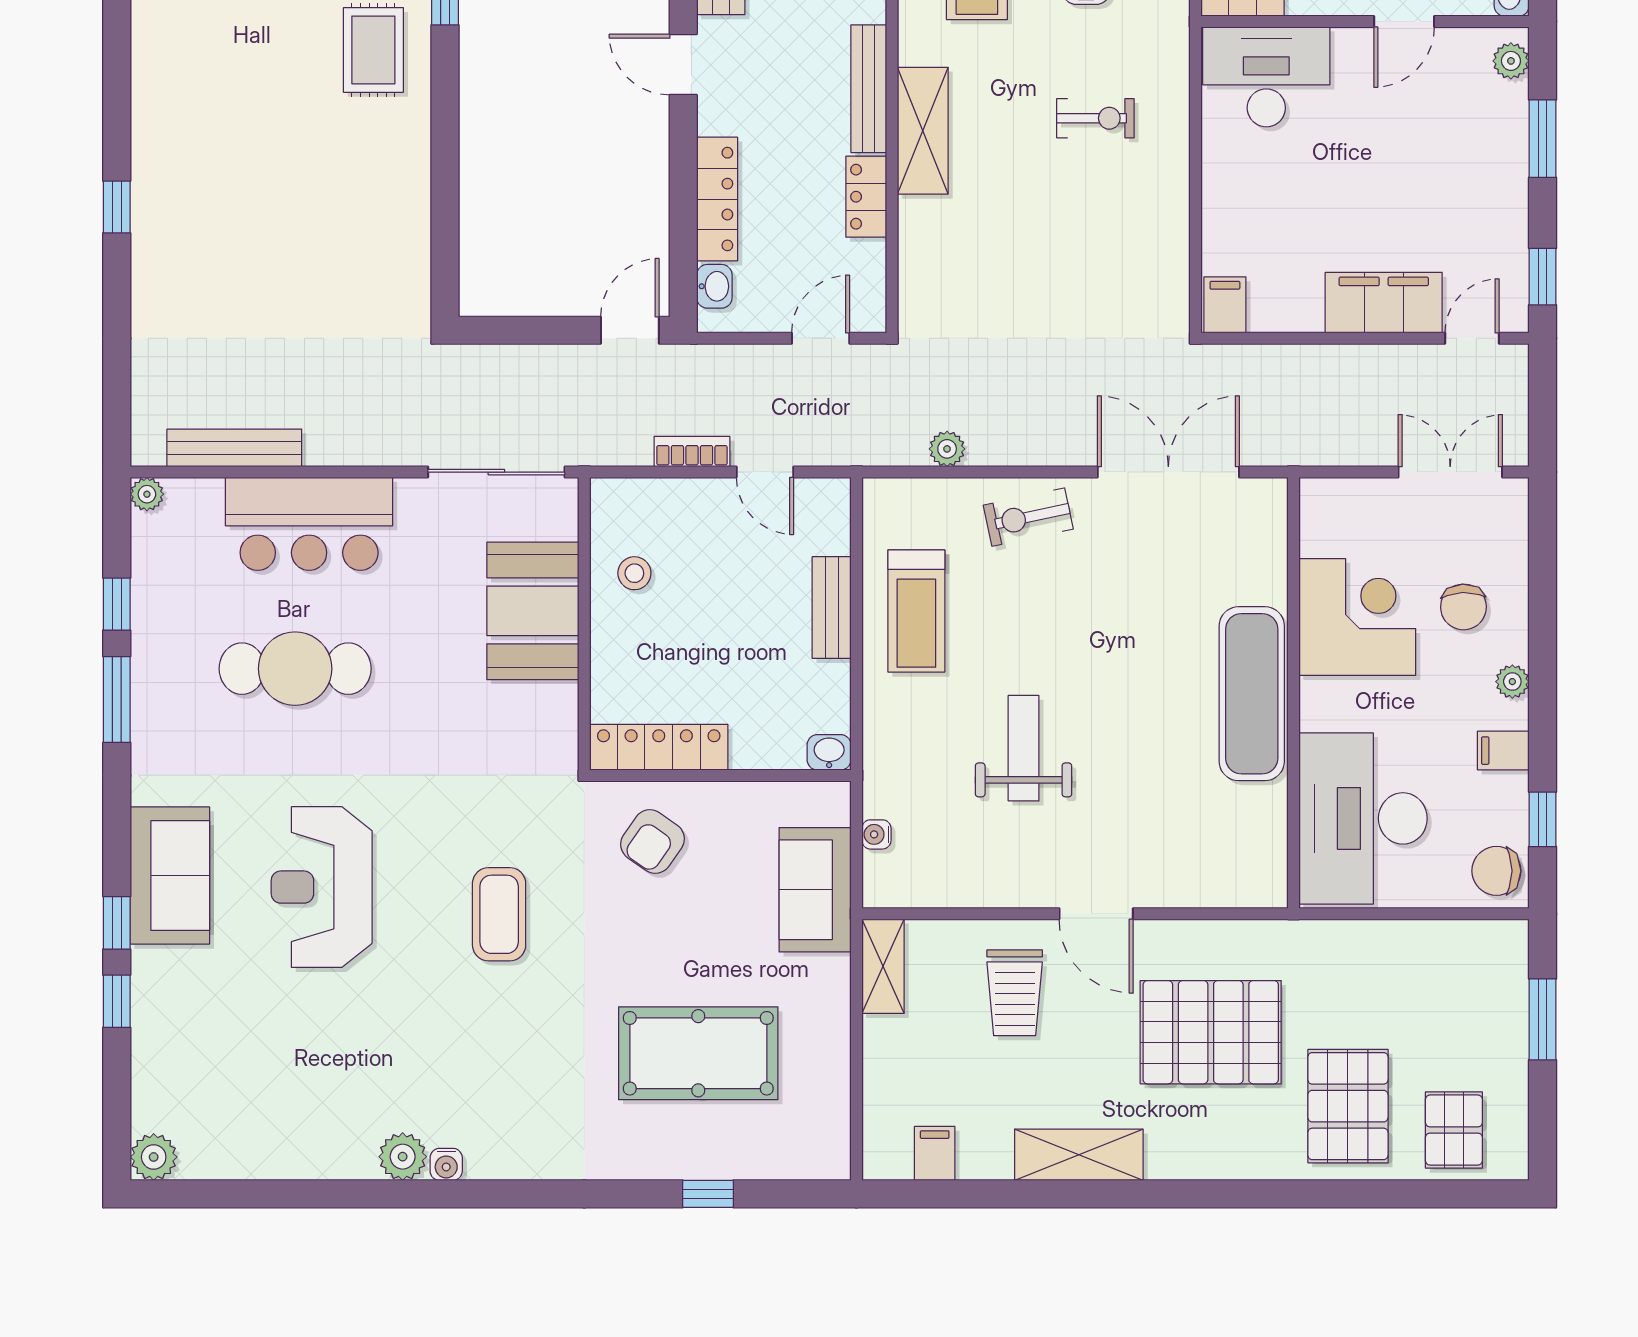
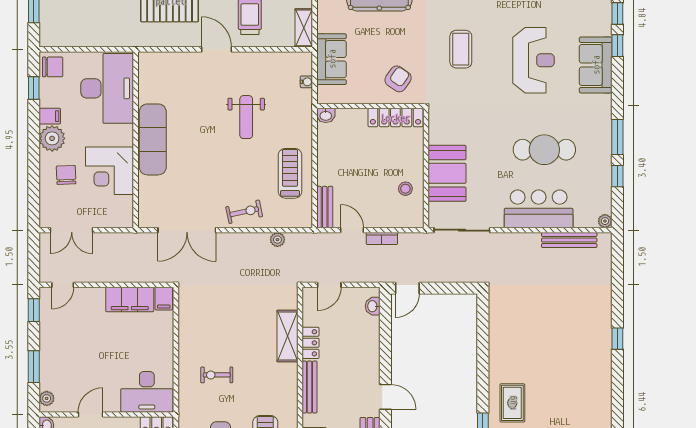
shelving: (923, 131) -> (287, 336), moved
locker: (717, 199) -> (372, 342), removed
filing cabinet: (1384, 303) -> (130, 299), moved
bench: (832, 608) -> (325, 207), moved
plant: (1512, 682) -> (52, 138), width x1.88, depth x1.88

